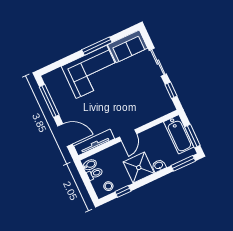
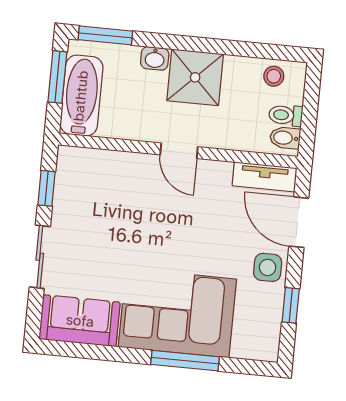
window: (97, 46) -> (185, 361), moved
window: (49, 101) -> (291, 305), width x0.46
side table: (67, 110) -> (268, 267), added
door: (128, 135) -> (179, 151), swing flipped
tv unit: (94, 142) -> (265, 177), width x0.71
window: (123, 191) -> (252, 50), removed

